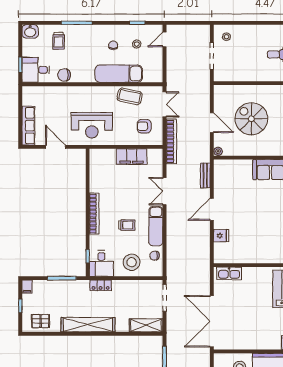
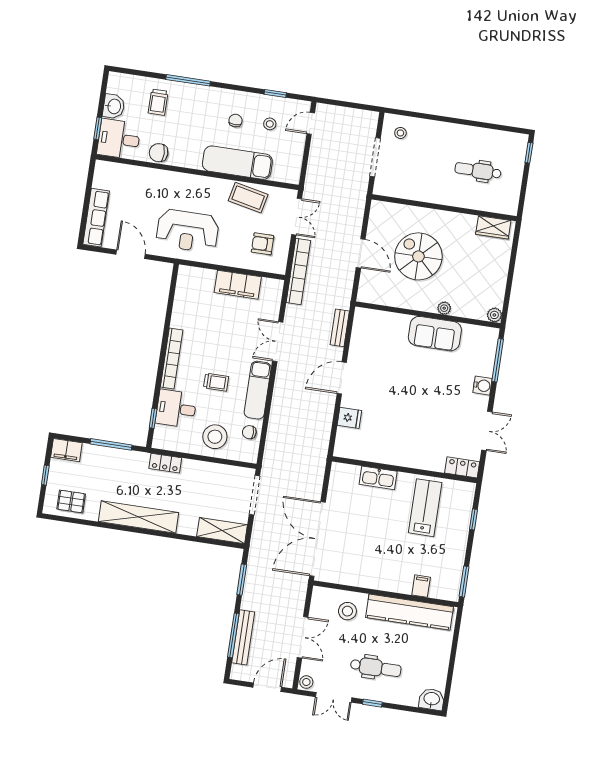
washbasin: (30, 31) -> (114, 106), moved, turned -90
plant: (218, 151) -> (444, 308), moved
desk: (101, 263) -> (176, 409), moved, turned 90
kitchen sink: (229, 273) -> (378, 478), moved
filing cabinet: (27, 287) -> (66, 450), width x2.00

